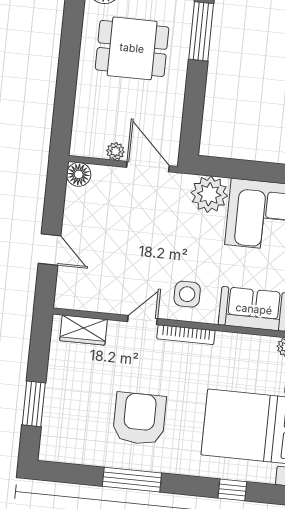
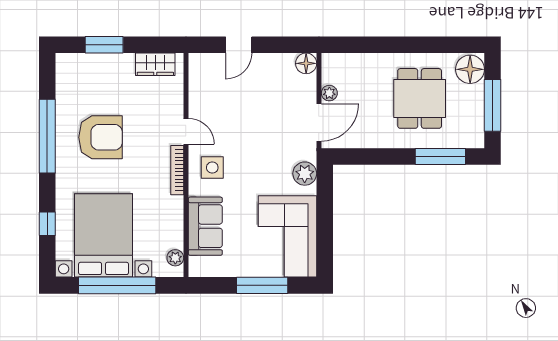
plant: (209, 194) -> (305, 174), width x0.73, depth x0.73
wardrobe: (83, 330) -> (155, 64), moved, turned -90
window: (132, 480) -> (47, 136), width x1.46

